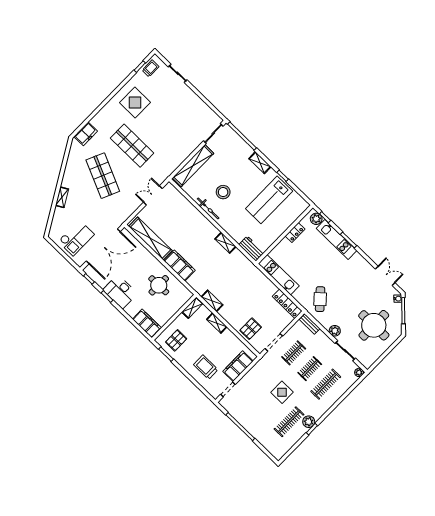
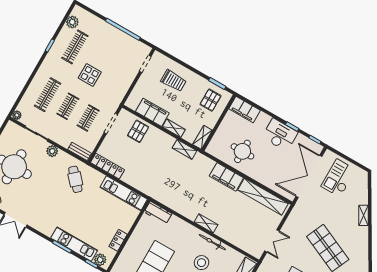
shelving: (225, 243) -> (206, 223), moved
filing cabinet: (238, 366) -> (152, 112), moved, turned -90
plant: (309, 422) -> (72, 22), moved

